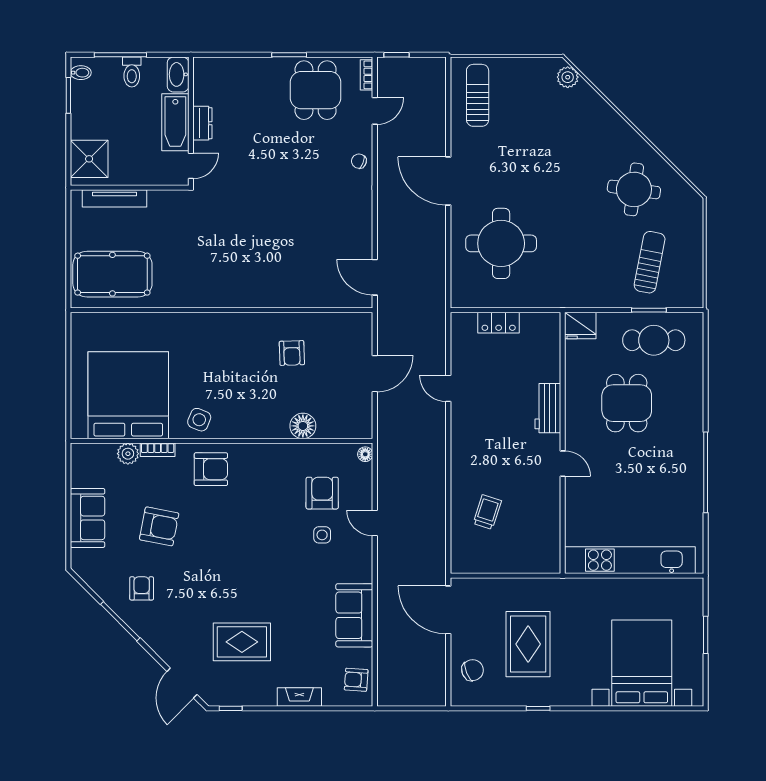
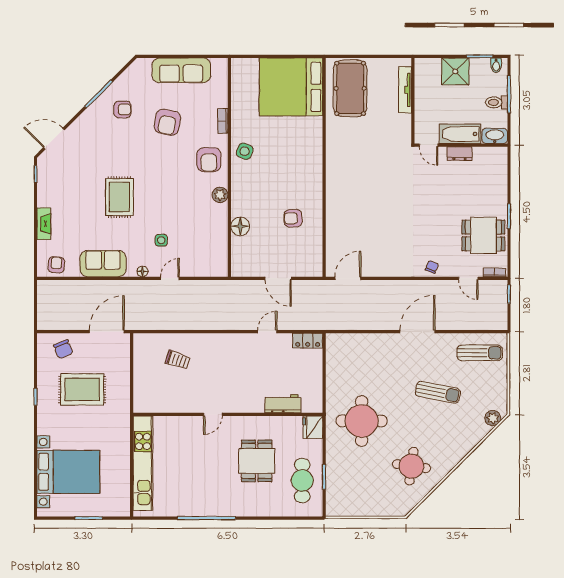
shower: (89, 159) -> (455, 71), moved
round table: (501, 243) -> (362, 421), moved
sun lounger: (650, 262) -> (438, 392), moved
locker: (499, 323) -> (308, 341), moved, turned -90
bed: (128, 395) -> (291, 87), moved, turned 180
dining table: (627, 403) -> (257, 461), turned 90
workbench: (548, 408) -> (283, 404), moved
plant: (128, 454) -> (220, 195), moved
floor lamp: (365, 454) -> (142, 271), moved
armchair: (322, 493) -> (191, 240), removed
sofa: (87, 518) -> (181, 70), width x1.36
rug: (242, 642) -> (120, 197), moved

